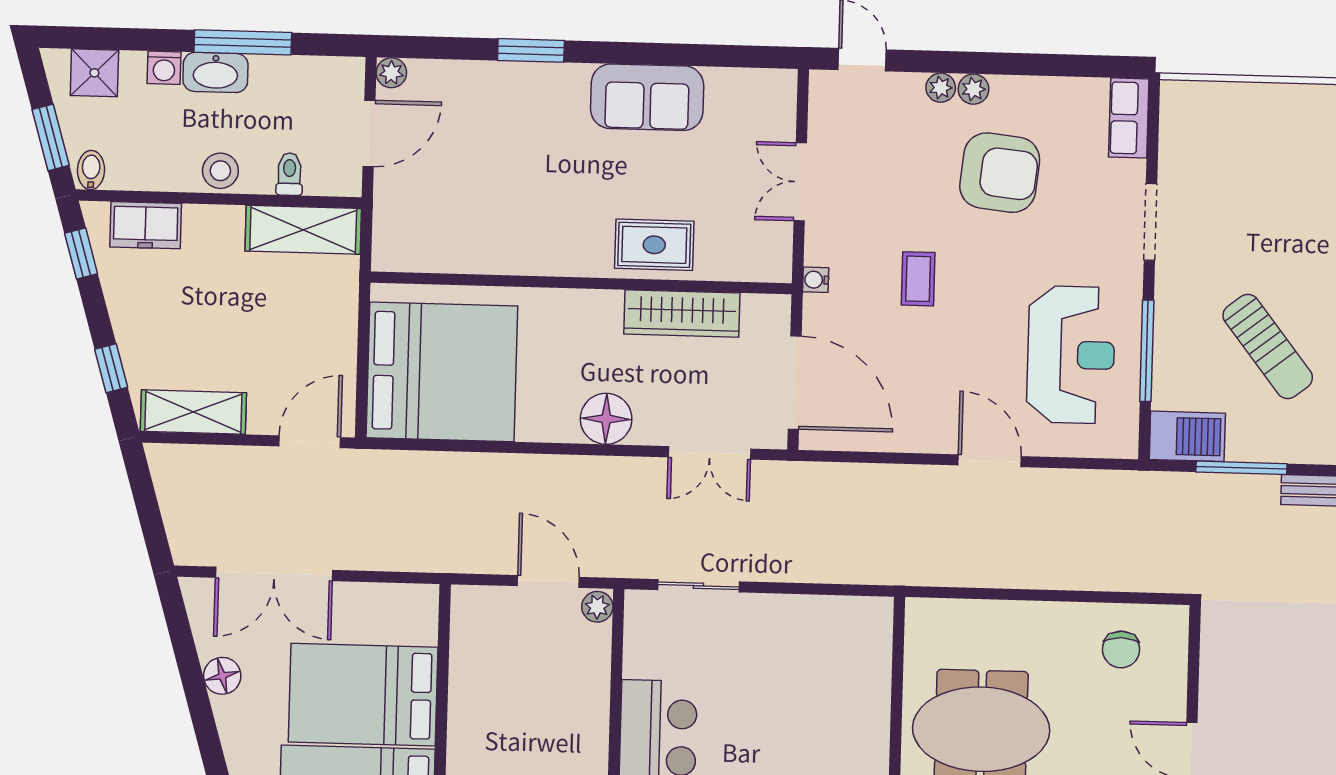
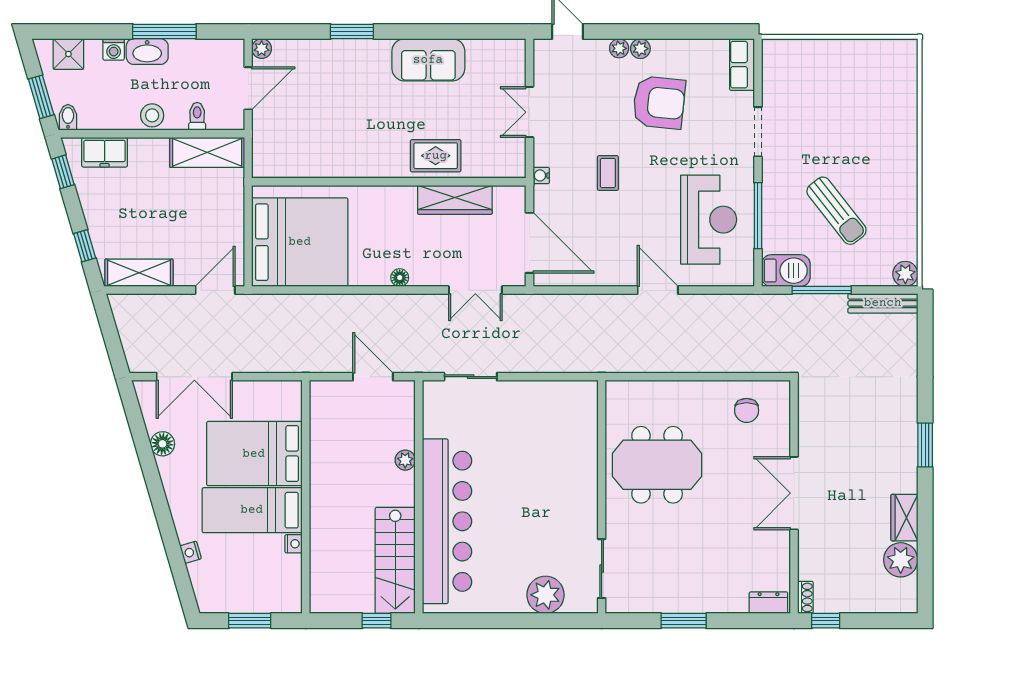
floor lamp: (606, 419) -> (400, 278), width x0.53, depth x0.53
plant: (597, 607) -> (405, 460), moved

